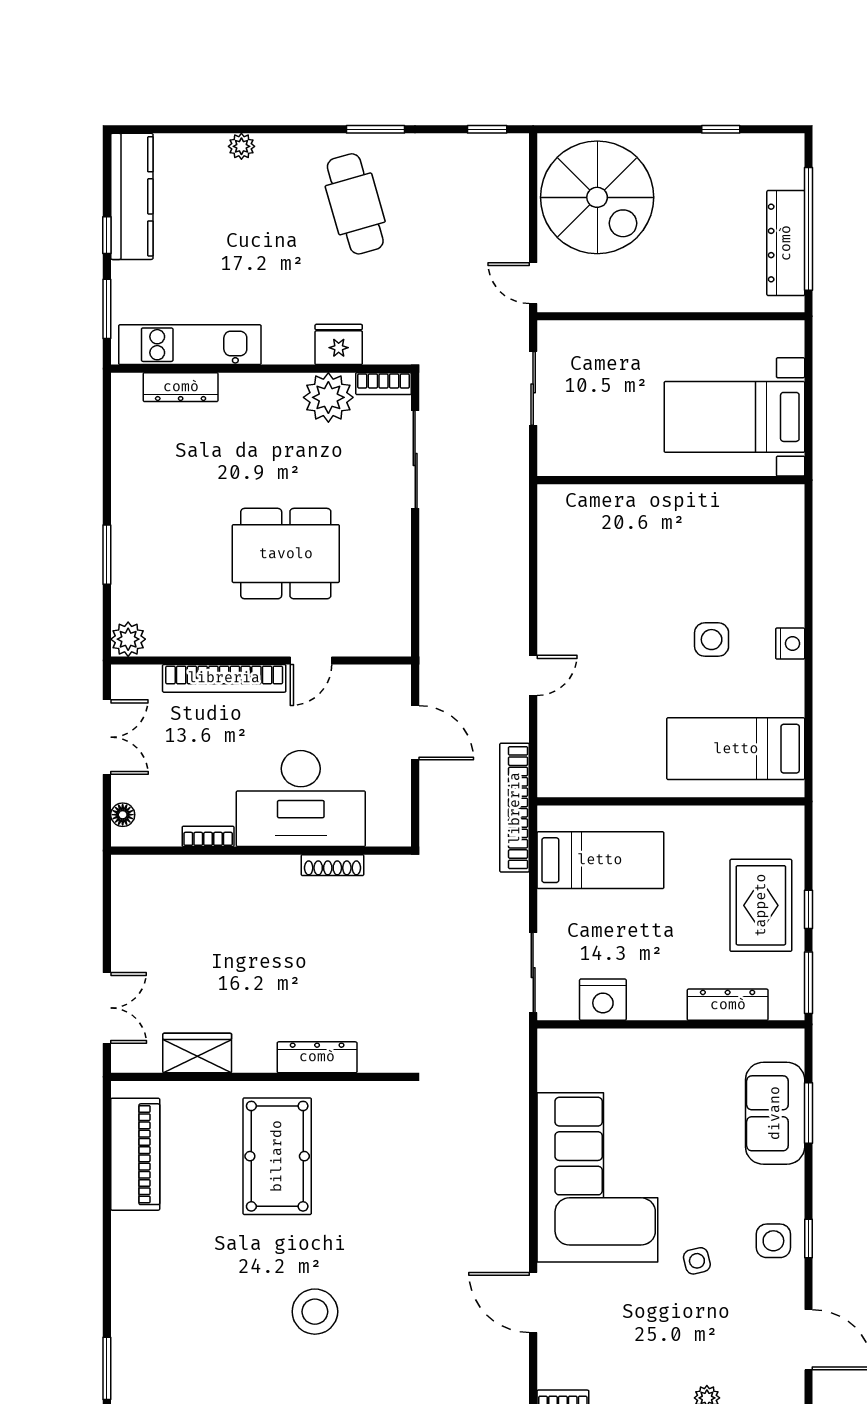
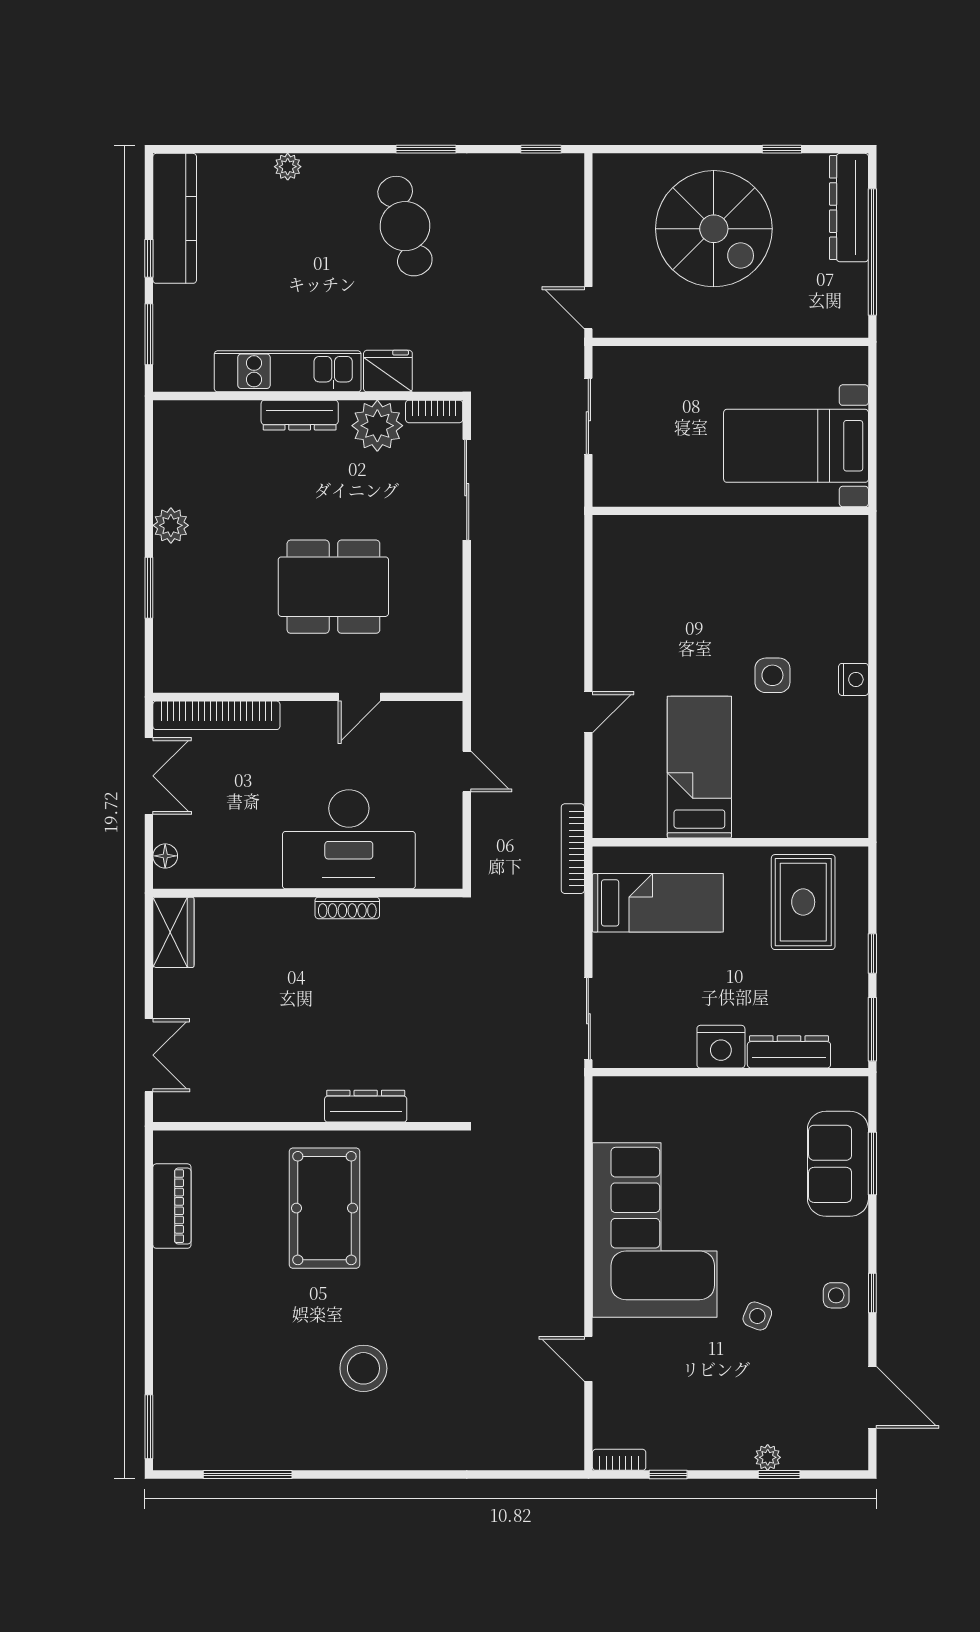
spiral stairs: (597, 197) -> (714, 229), moved
dresser: (786, 243) -> (849, 208), moved
kitchen unit: (190, 345) -> (288, 371), moved
dresser: (181, 387) -> (300, 415), moved
plant: (128, 639) -> (171, 525), moved
bookcase: (224, 678) -> (216, 715), moved
door: (415, 733) -> (467, 771), width x0.73
bed: (736, 749) -> (699, 767), moved, turned 90
bookcase: (515, 808) -> (573, 849), width x0.68, depth x0.76
bookcase: (208, 836) -> (253, 878), removed
shoe rack: (333, 865) -> (347, 908), moved
rug: (761, 905) -> (803, 902), moved
nightstand: (603, 1000) -> (721, 1047), moved
wardrobe: (197, 1053) -> (173, 932), moved, turned 90
piano: (135, 1154) -> (172, 1206), width x0.73, depth x0.75
side table: (773, 1241) -> (836, 1295), width x0.73, depth x0.73
side table: (697, 1261) -> (757, 1316), turned 36
door: (533, 1302) -> (588, 1359), width x0.73

